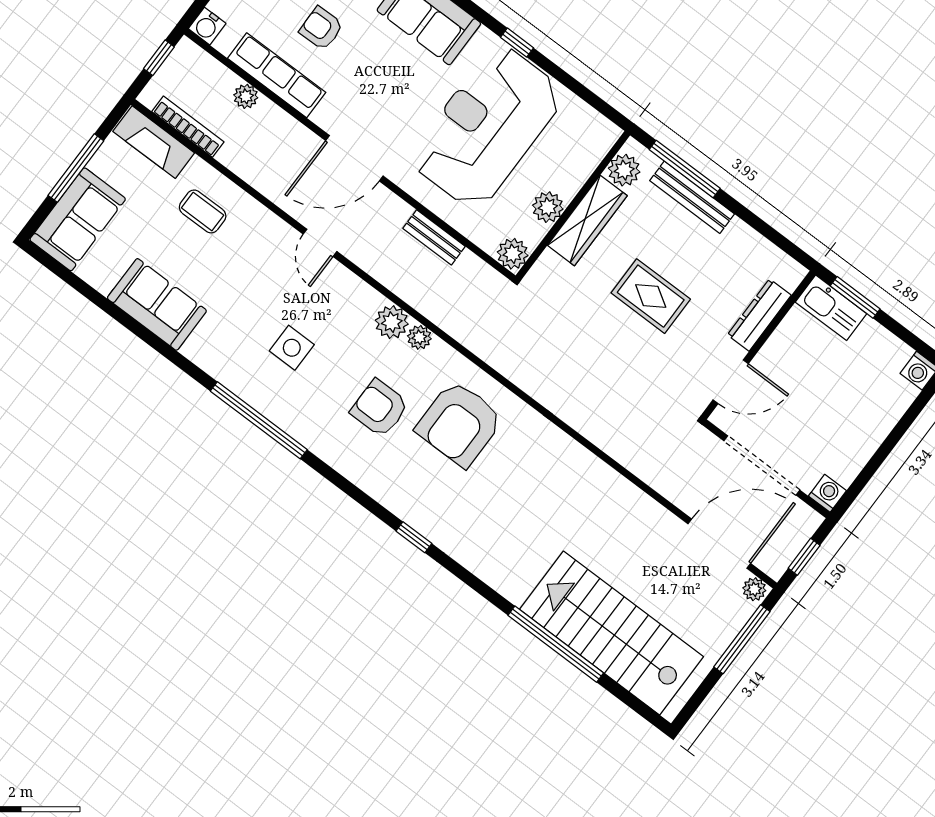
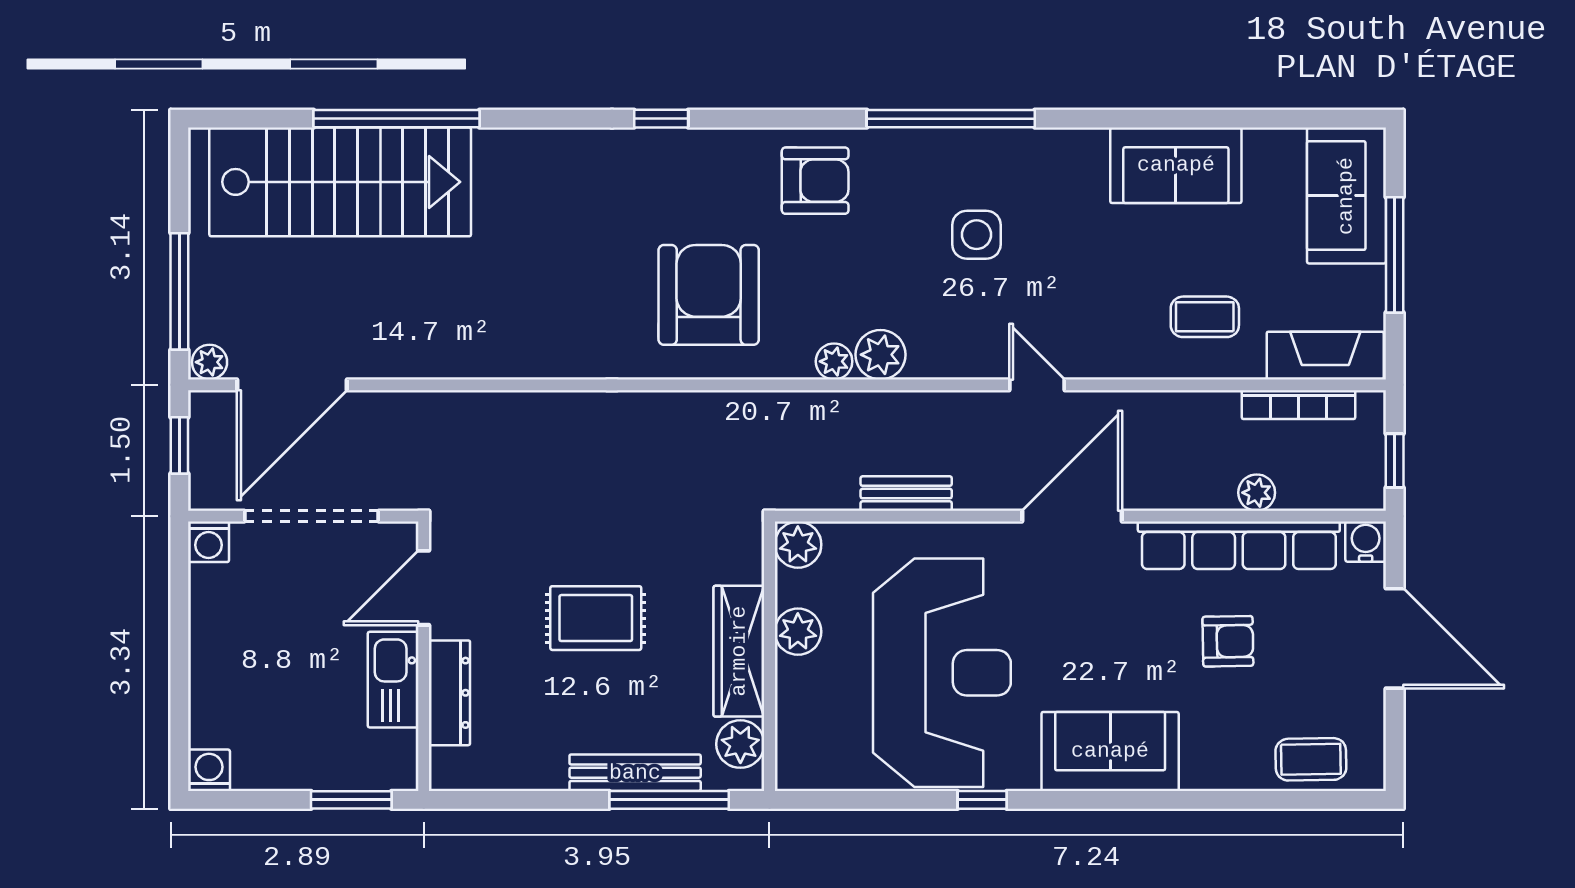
row of seats: (277, 75) -> (1239, 545), width x1.36
kitchen sink: (831, 308) -> (393, 680), moved, turned -90
armchair: (379, 408) -> (815, 181), moved

